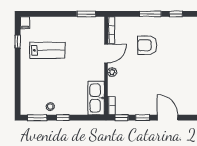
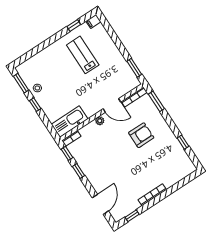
window: (151, 14) -> (156, 101), moved
armchair: (147, 45) -> (141, 135), turned 90
lab bench: (47, 50) -> (83, 55), turned 180
door: (168, 118) -> (100, 204), moved

